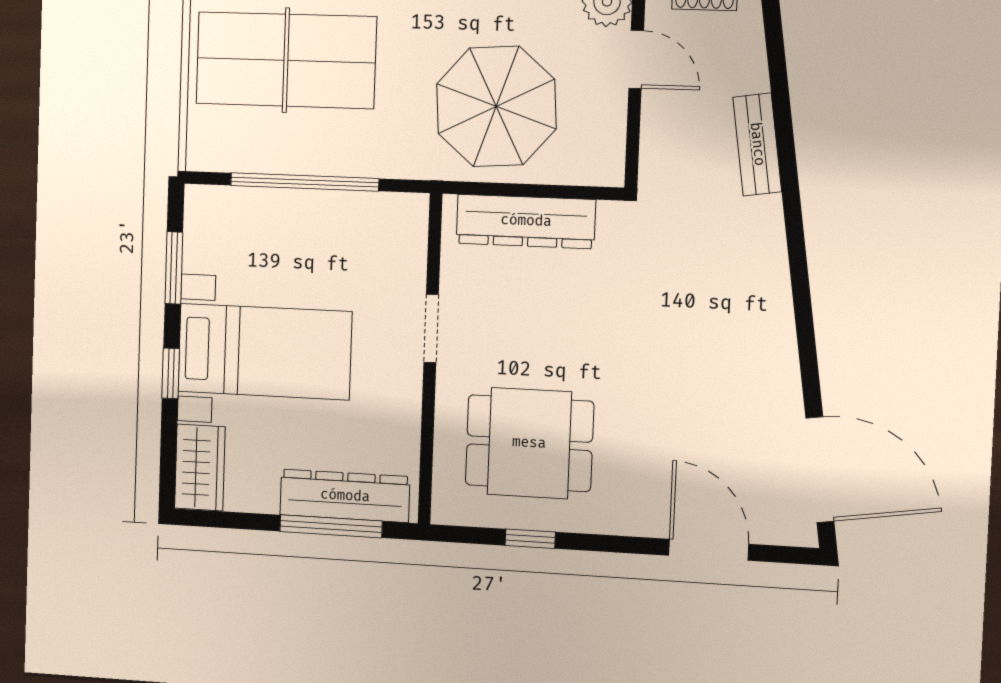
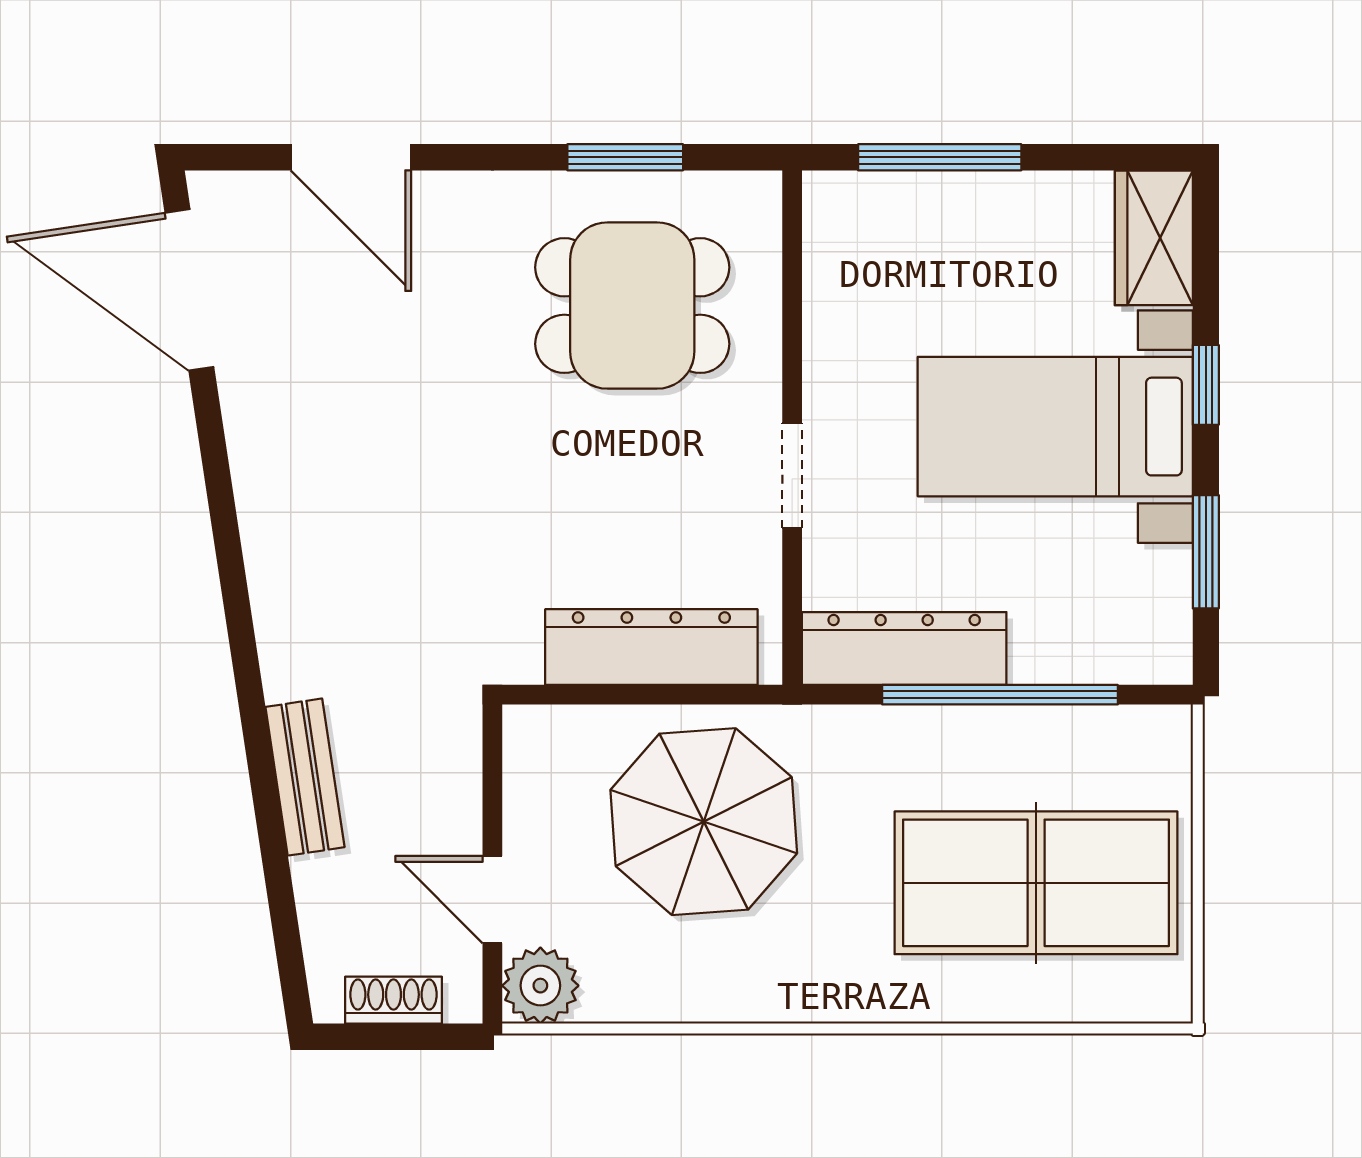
dresser: (345, 496) -> (904, 648), moved, turned 180
window: (530, 539) -> (625, 157), width x1.50

